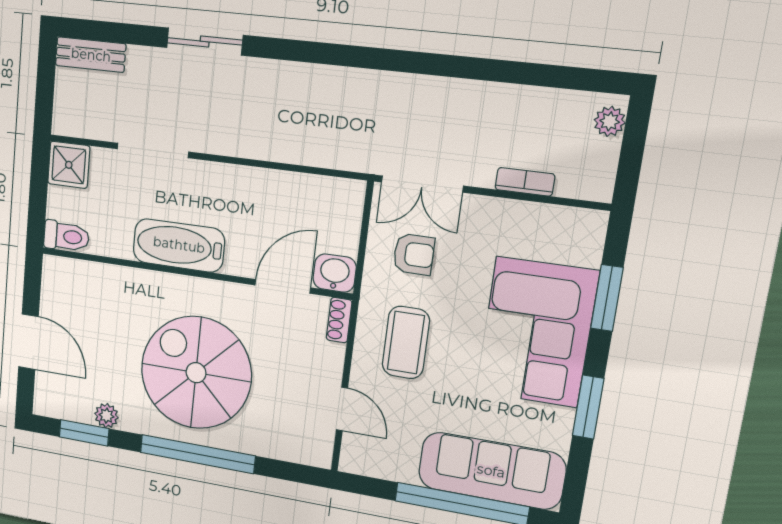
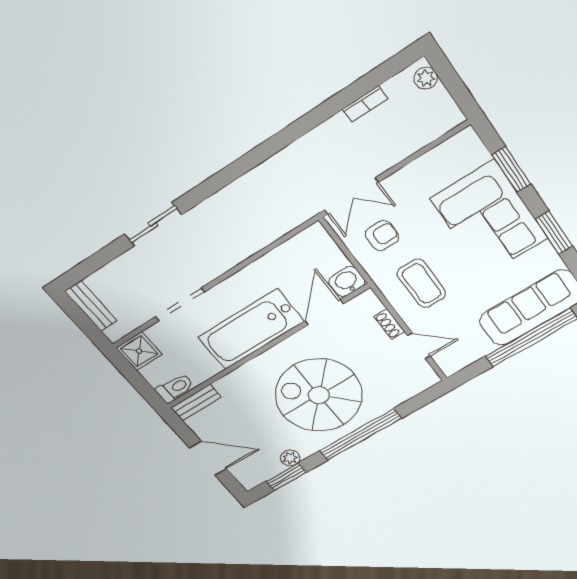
bench: (91, 55) -> (91, 306), moved, turned 90
bookcase: (525, 182) -> (365, 104), moved, turned 180
bathtub: (179, 245) -> (251, 329), width x1.36, depth x1.36
bench: (72, 270) -> (196, 402), added
shoe rack: (339, 320) -> (389, 324), moved

